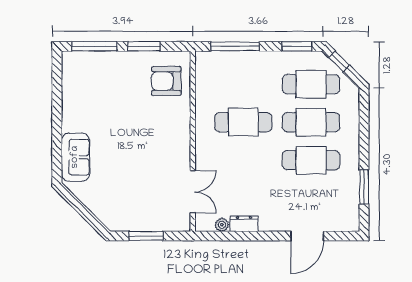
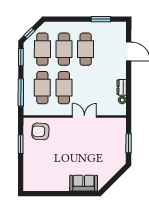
window: (94, 46) -> (21, 172), removed
armchair: (166, 81) -> (40, 131), turned 93
cafe table: (243, 84) -> (42, 88), added
double door: (193, 192) -> (84, 117), moved

